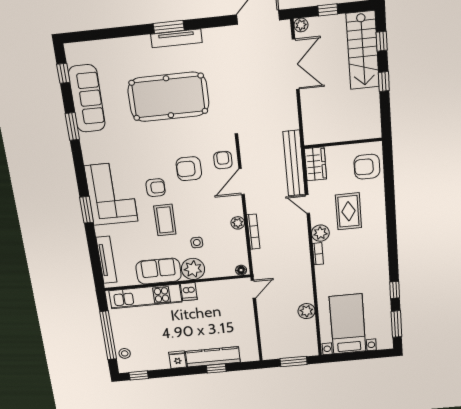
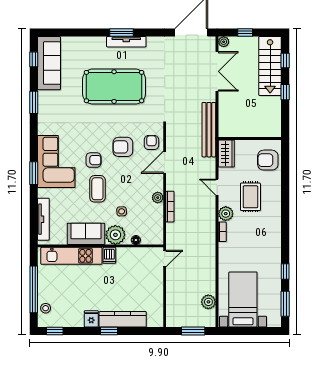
sofa: (87, 99) -> (49, 63), moved
bench: (294, 163) -> (209, 130), moved
floor lamp: (241, 270) -> (136, 240), moved
plant: (307, 311) -> (208, 302), moved
window: (216, 368) -> (109, 331), moved

